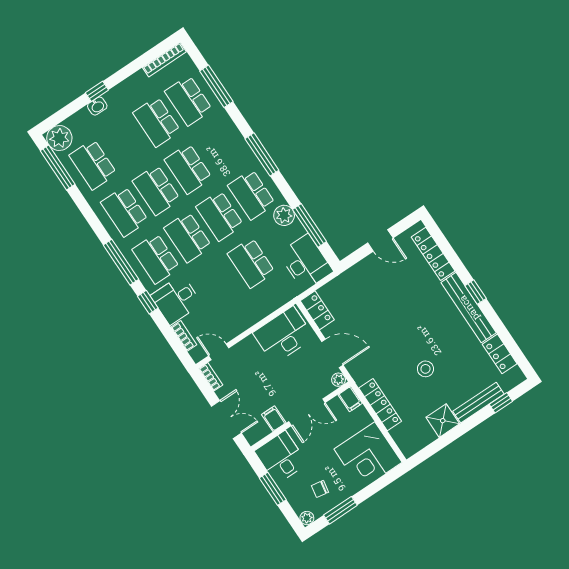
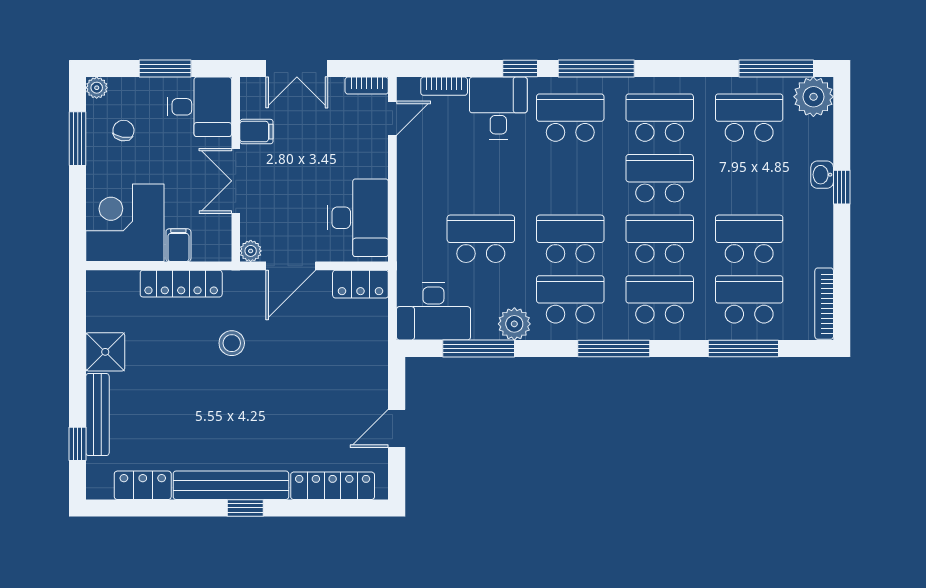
school desk: (188, 237) -> (660, 299), moved
stool: (425, 369) -> (232, 343), moved
filing cabinet: (350, 399) -> (178, 245), moved, turned 90

